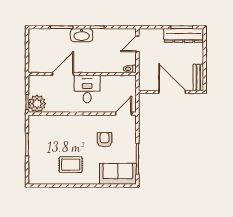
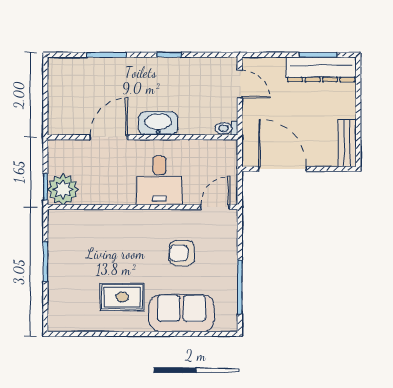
washbasin: (82, 35) -> (158, 123), moved, turned 180
door: (137, 44) -> (240, 84), swing flipped
desk: (87, 89) -> (159, 180), moved, turned 180
door: (172, 92) -> (283, 169), moved
armchair: (105, 140) -> (182, 253), turned -90
sofa: (118, 174) -> (182, 313), moved

